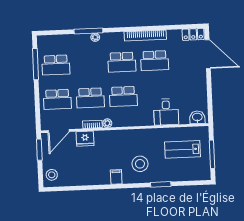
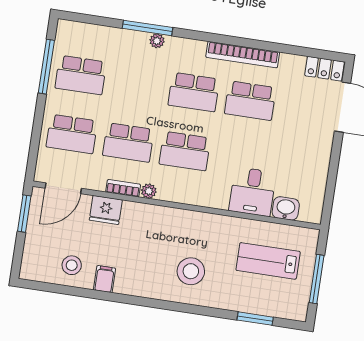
washbasin: (197, 117) -> (286, 208), moved
stool: (52, 175) -> (72, 265), moved
filing cabinet: (116, 177) -> (104, 279), moved
window: (161, 184) -> (255, 319), moved

